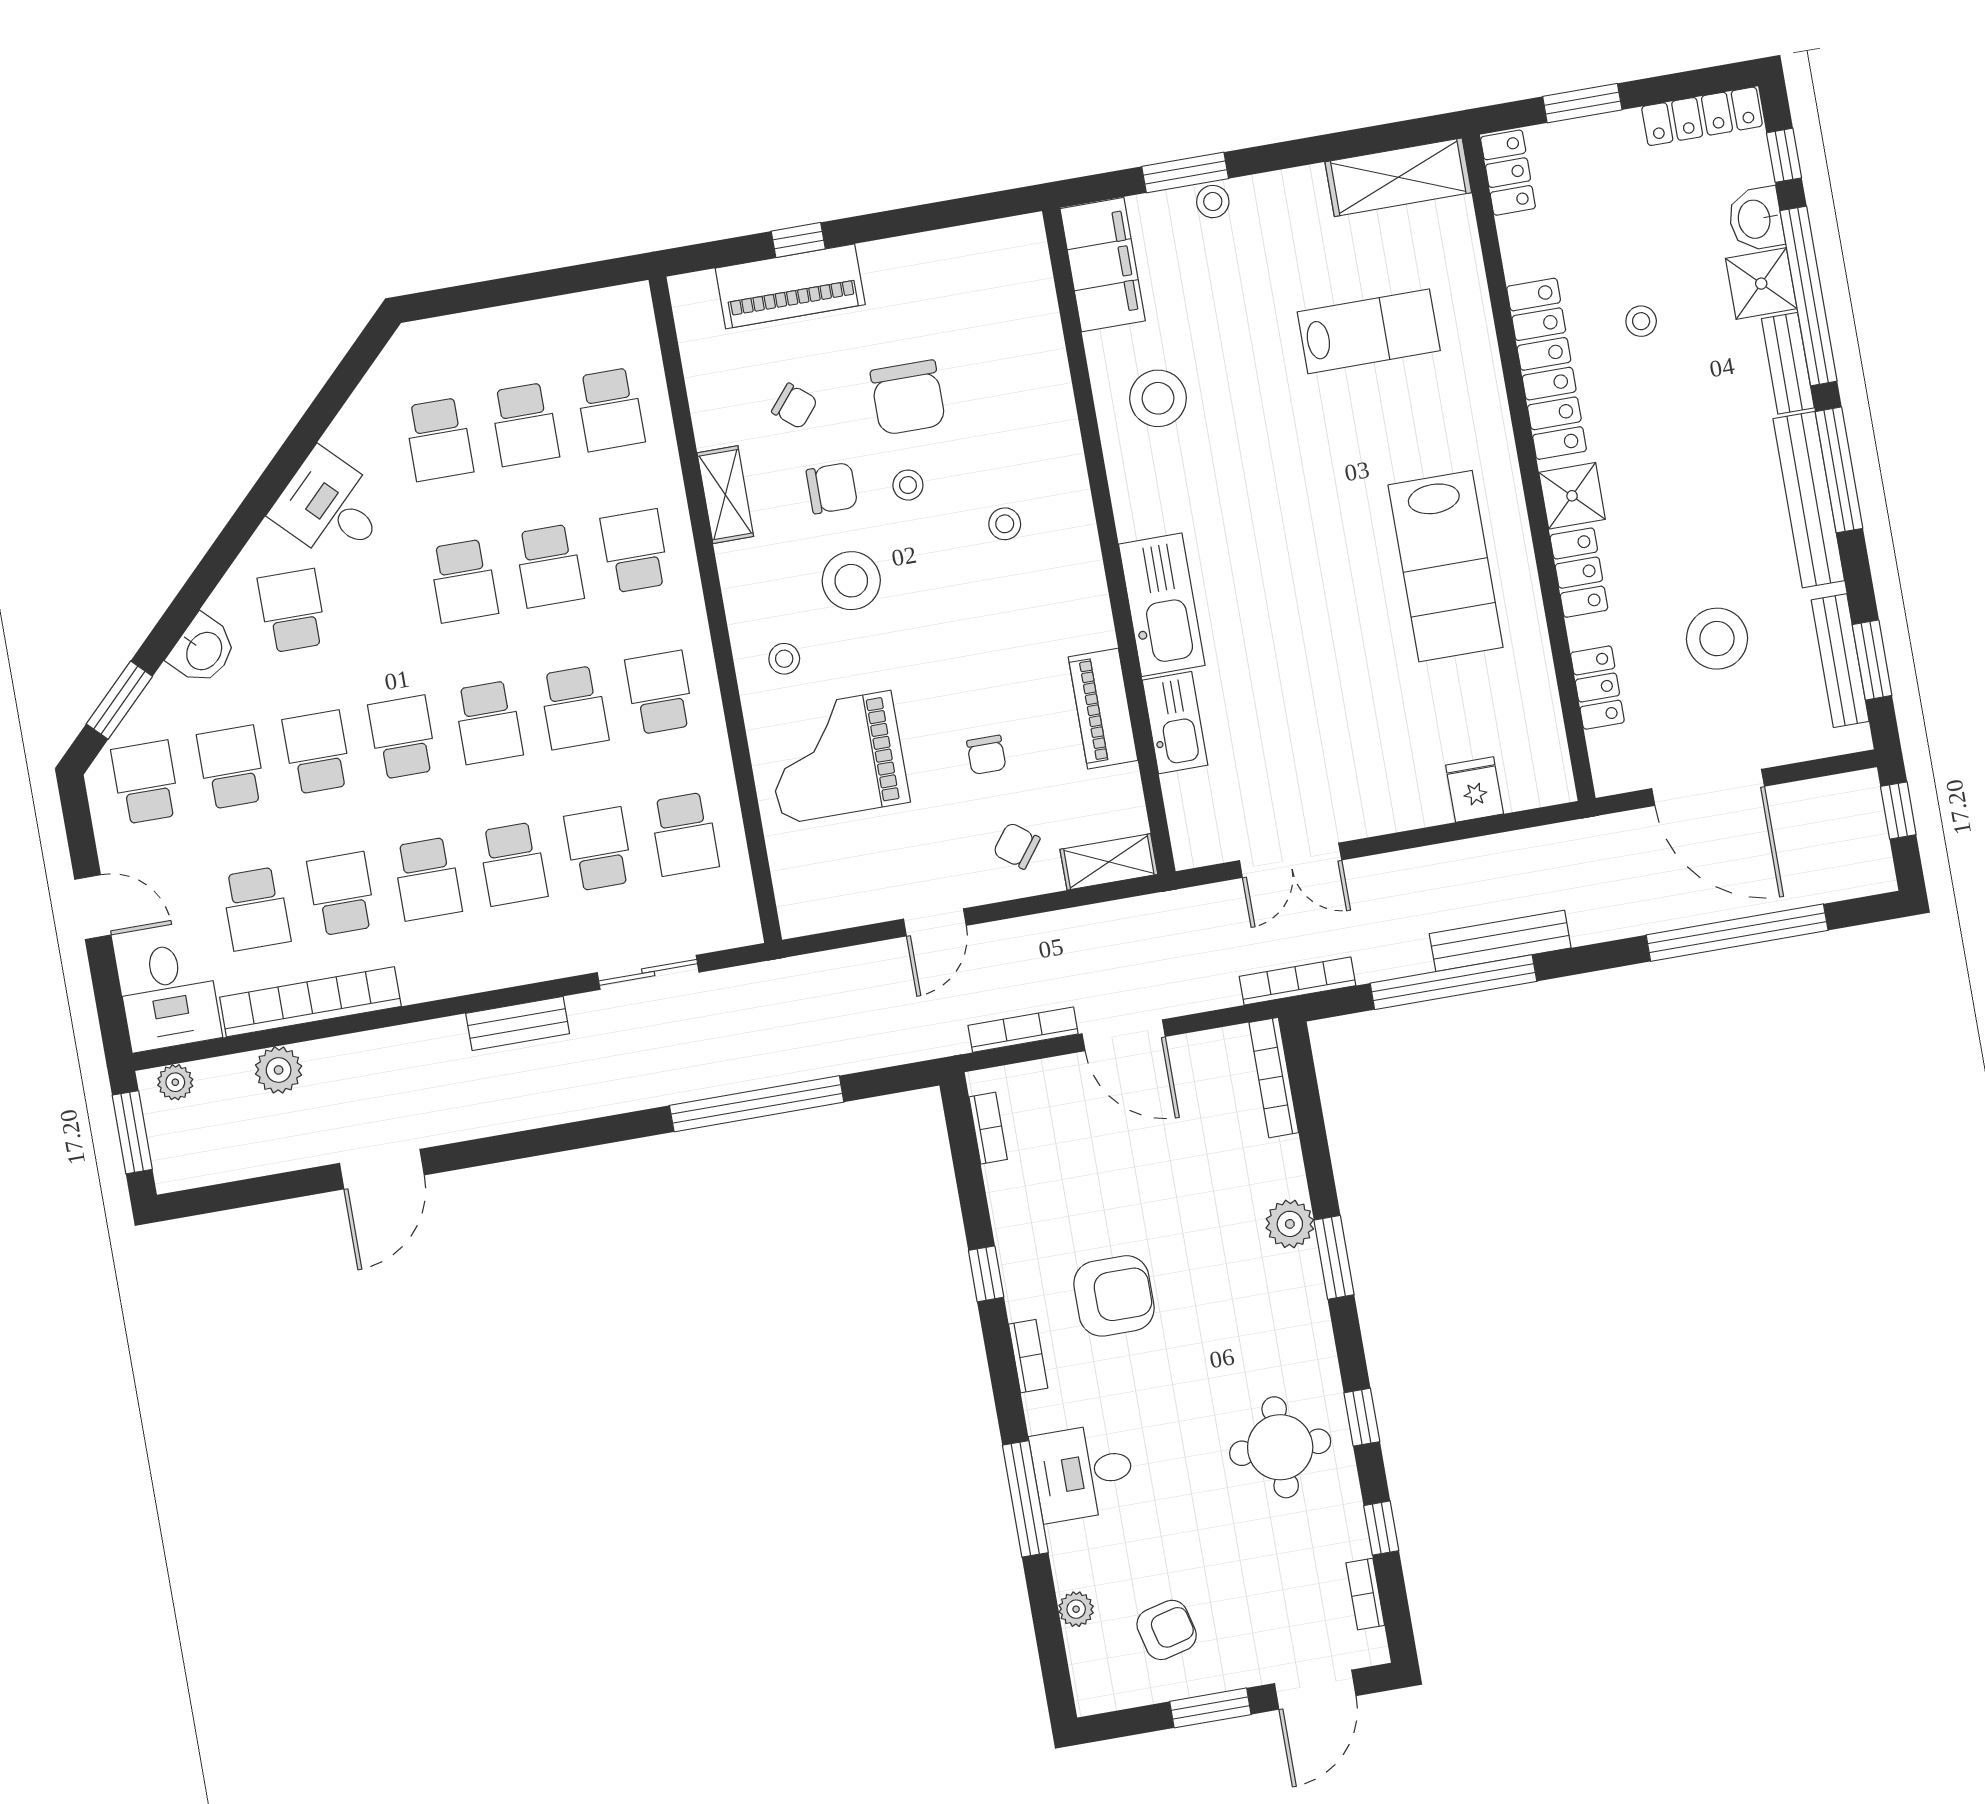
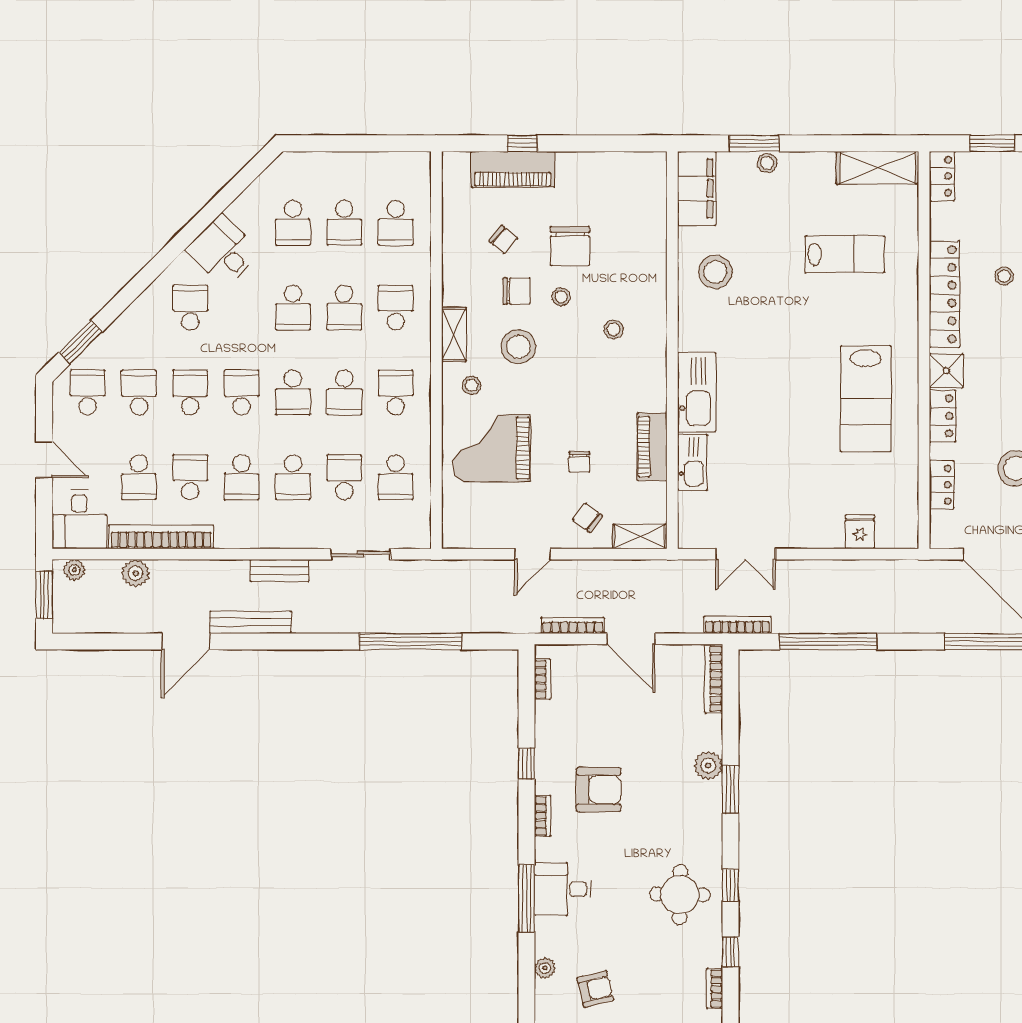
shelving: (725, 495) -> (454, 335), moved
washbasin: (203, 650) -> (134, 321), removed
bench: (1500, 941) -> (250, 622), moved

